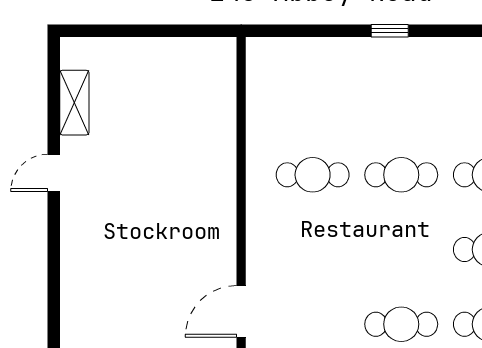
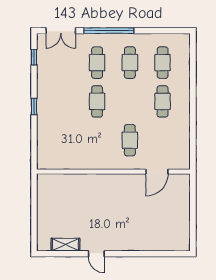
cafe table: (313, 175) -> (130, 140), moved
door: (241, 311) -> (157, 172), hinge flipped

